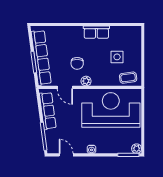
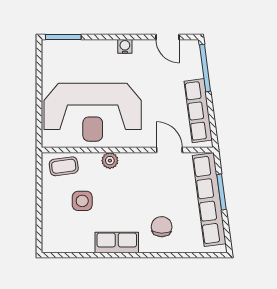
chair: (77, 63) -> (162, 227), moved
plant: (86, 81) -> (110, 161), moved
plant: (137, 149) -> (49, 47), removed

